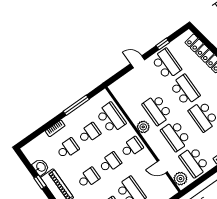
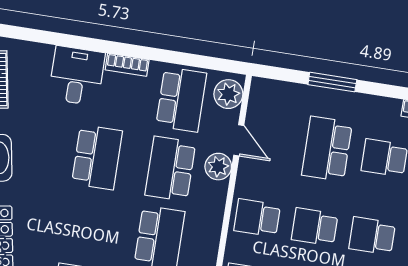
school desk: (185, 90) -> (86, 226), removed
plant: (143, 127) -> (218, 167), moved
school desk: (176, 136) -> (170, 169), turned 180

